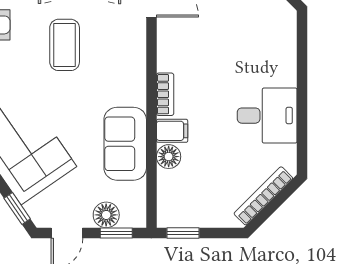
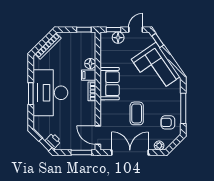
window: (302, 89) -> (31, 94), added
desk: (267, 116) -> (50, 93), width x1.87, depth x1.30
sofa: (125, 144) -> (110, 84), moved

